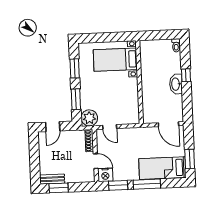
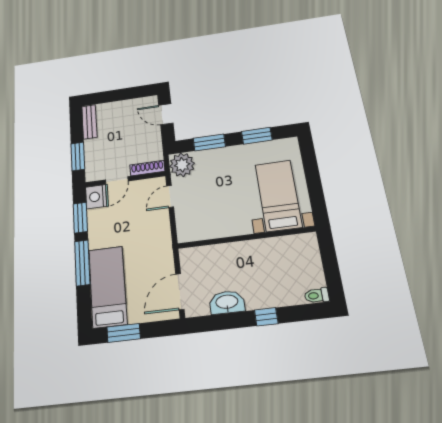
washbasin: (176, 84) -> (227, 302), moved
window: (59, 188) -> (78, 156), moved

